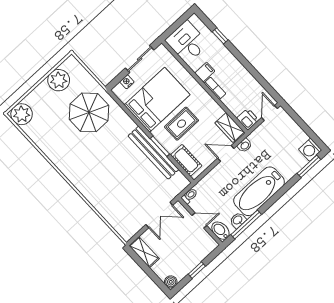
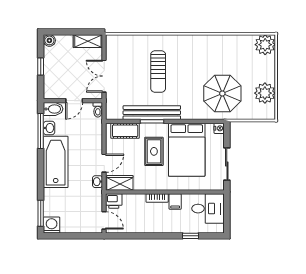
nightstand: (127, 82) -> (219, 128), moved
sun lounger: (118, 177) -> (158, 71), added

